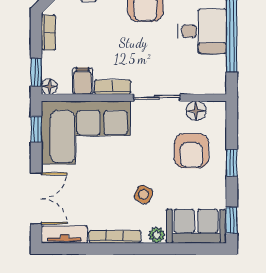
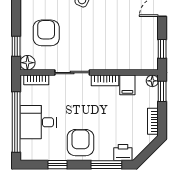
bookcase: (205, 88) -> (36, 80), added
floor lamp: (196, 111) -> (27, 63), moved
corner sofa: (86, 132) -> (125, 47), removed
window: (232, 163) -> (16, 46), moved

